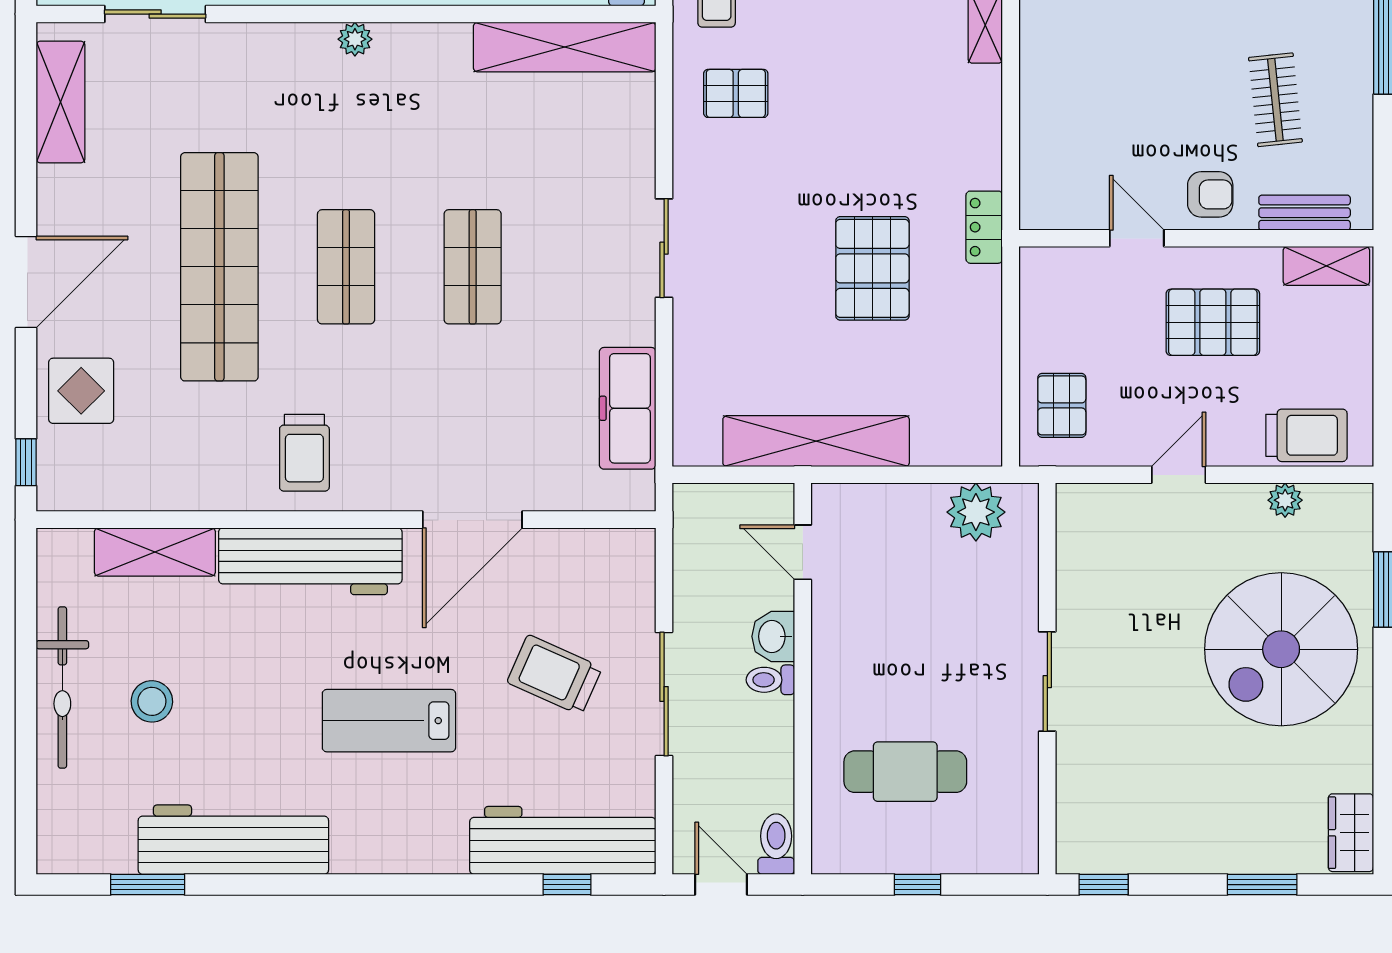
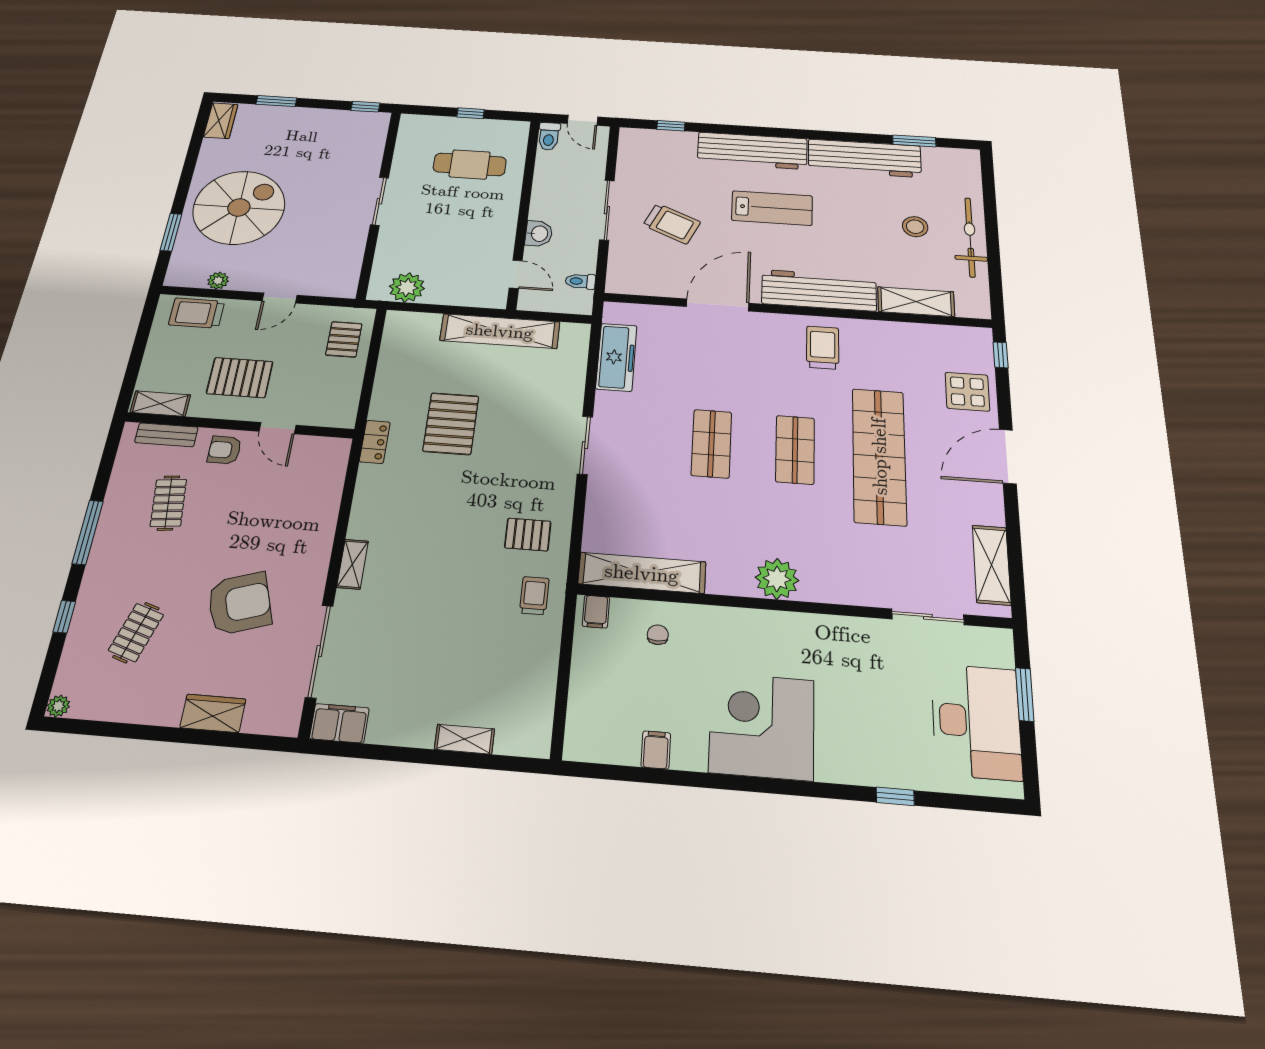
plant: (355, 39) -> (777, 579), width x1.87, depth x1.87
toilet: (770, 680) -> (580, 281), moved, turned 180
workbench: (563, 840) -> (752, 151), moved

